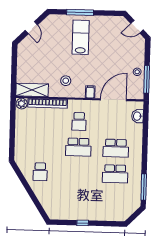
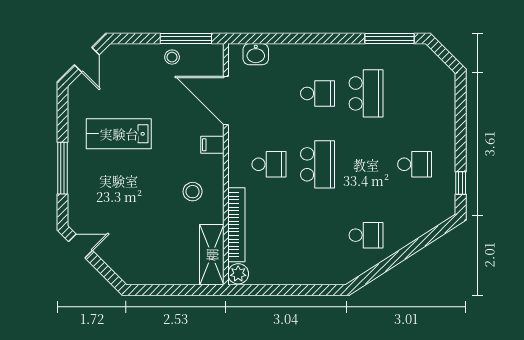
door: (31, 28) -> (80, 246), moved
lab bench: (81, 37) -> (119, 134), moved
school desk: (116, 148) -> (318, 93), width x0.54
school desk: (77, 198) -> (415, 164), added
window: (83, 223) -> (461, 183), moved

